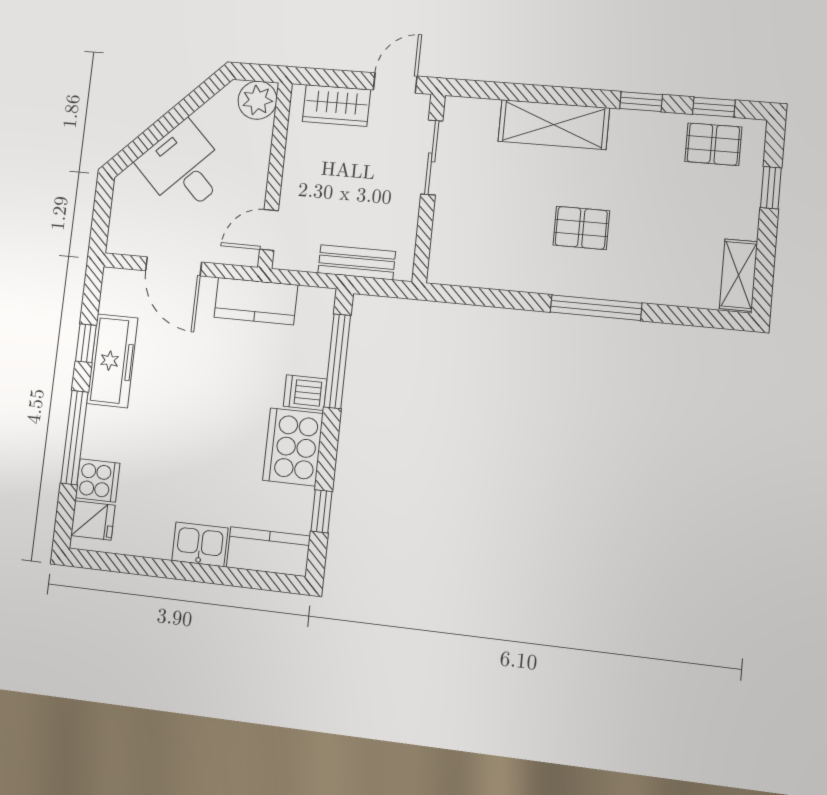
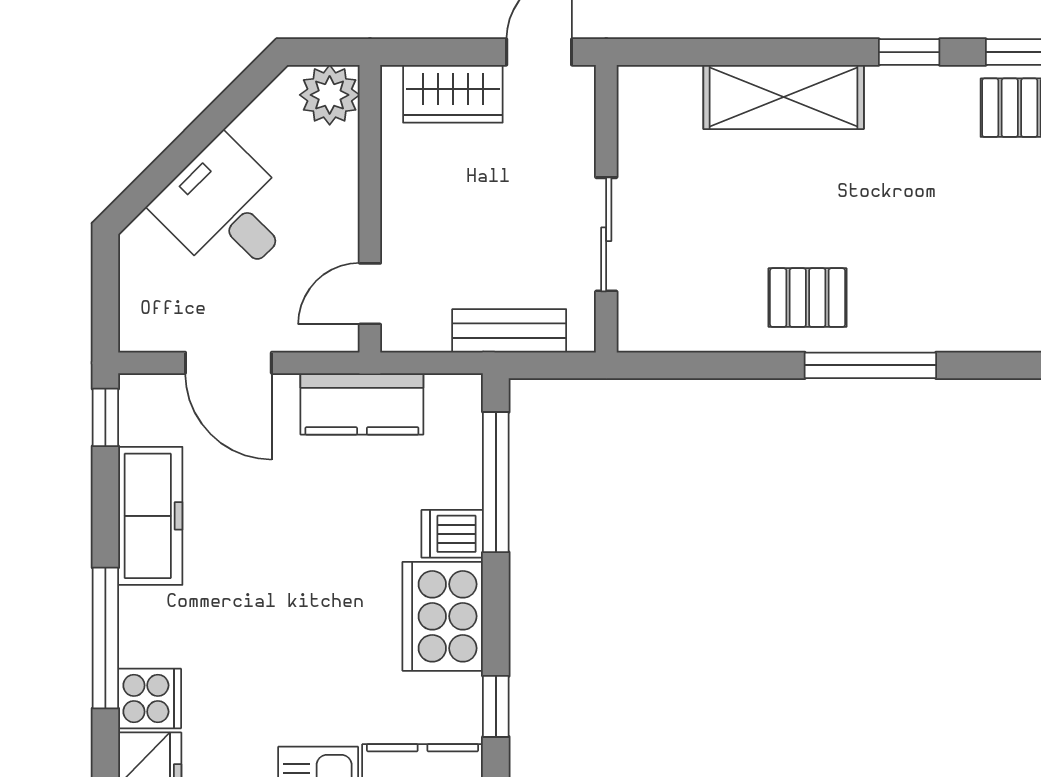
sliding door: (432, 157) -> (606, 234), moved
pallet: (581, 228) -> (808, 298), moved
window: (86, 343) -> (105, 417), moved

